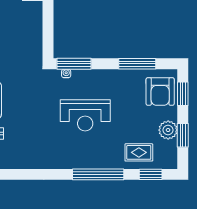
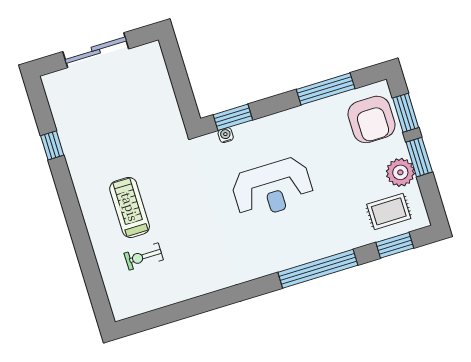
window: (74, 64) -> (233, 117), width x0.69
window: (183, 135) -> (419, 157), moved
rug: (139, 152) -> (389, 211), moved

